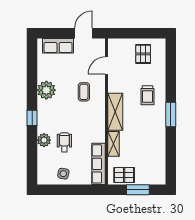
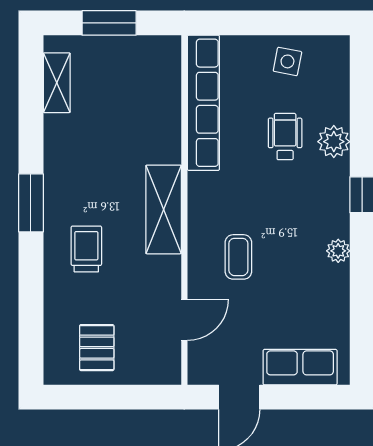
plant: (46, 90) -> (338, 251), width x0.53, depth x0.53
wheelchair: (64, 142) -> (285, 137), turned 180
shelving: (113, 144) -> (57, 83), moved
row of seats: (98, 164) -> (203, 103), width x1.36
pallet: (124, 175) -> (142, 58), removed

